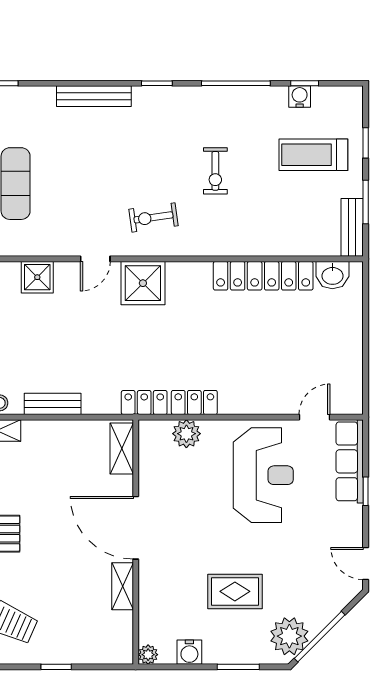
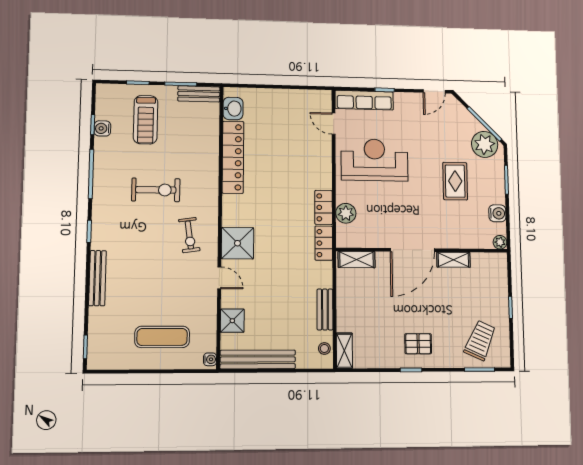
exercise bike: (215, 171) -> (156, 190), width x1.38, depth x1.39

